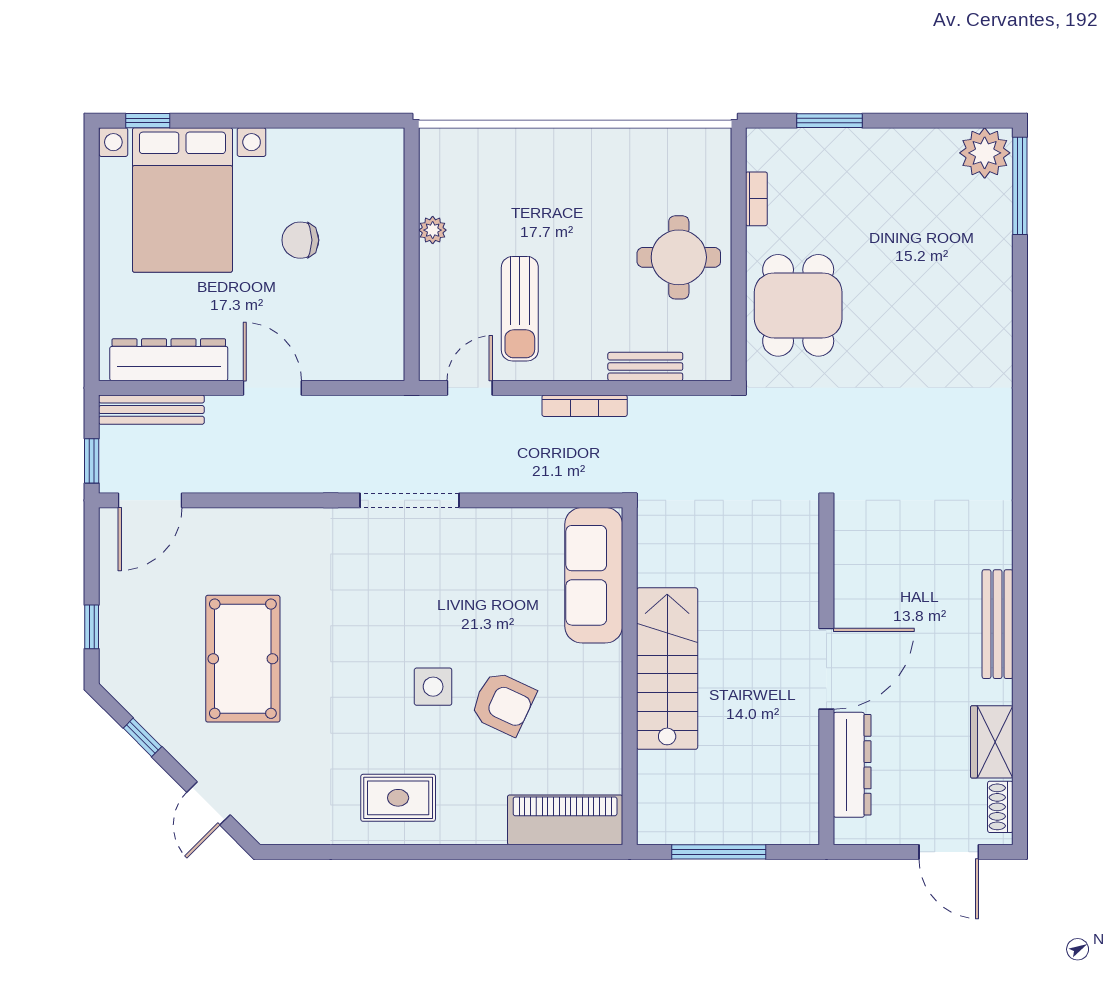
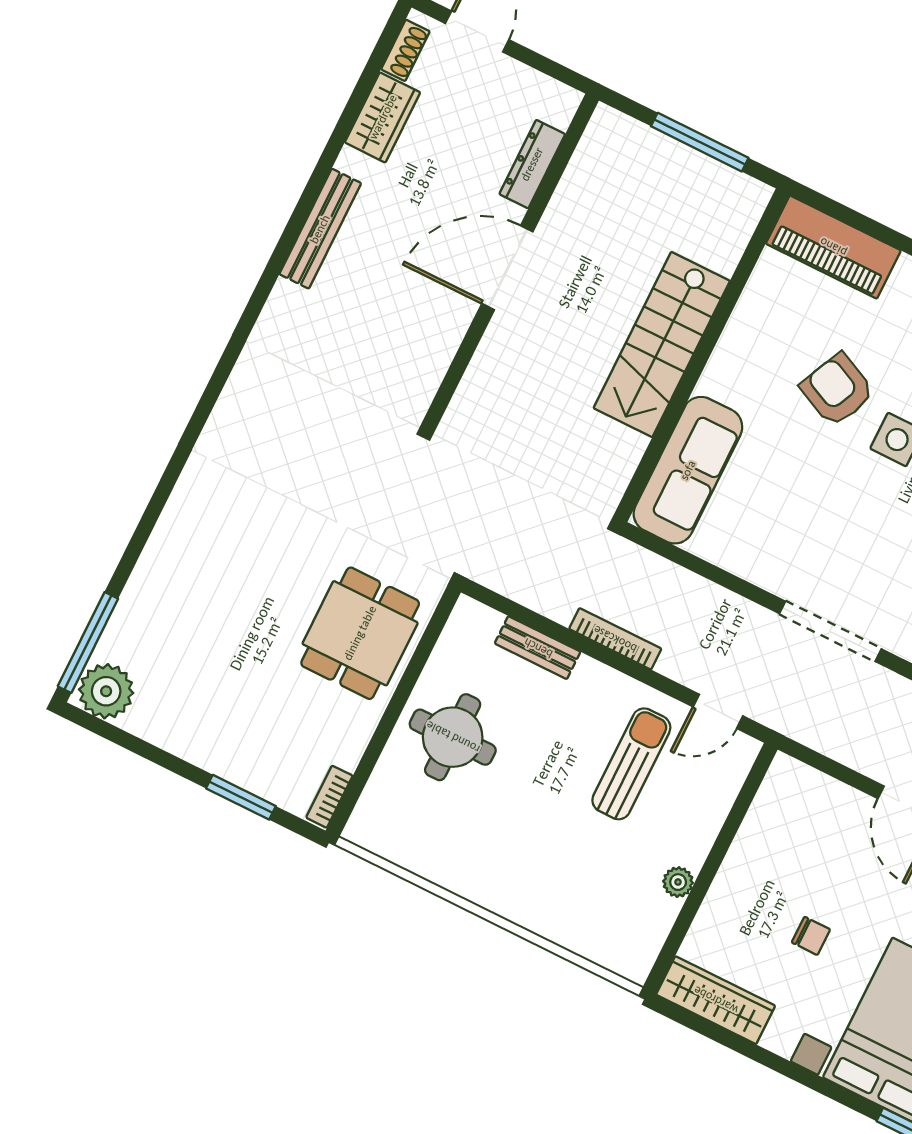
wardrobe: (353, 148) -> (716, 1000), added
bookcase: (756, 199) -> (329, 797), moved
chair: (300, 240) -> (811, 936), width x0.73, depth x0.73
dresser: (852, 765) -> (532, 164), width x0.73, depth x0.80

